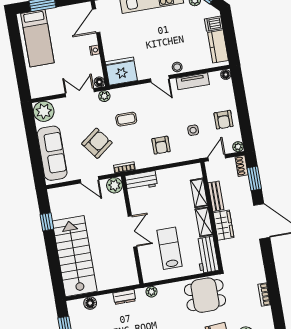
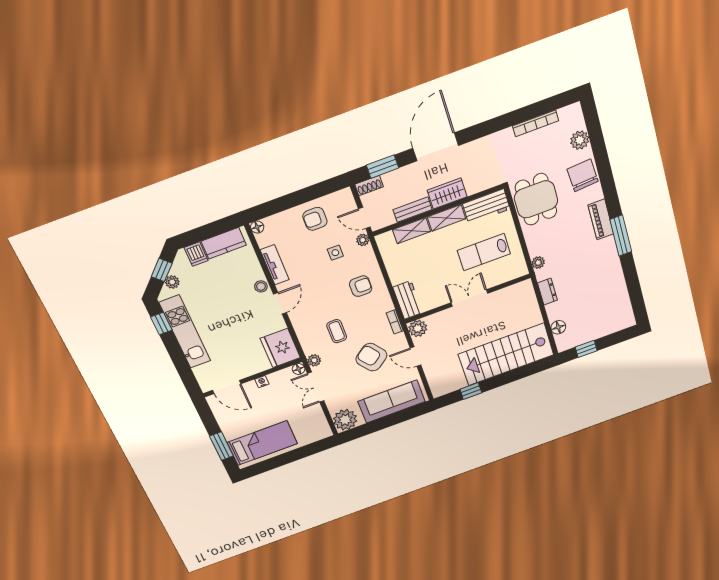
armchair: (224, 120) -> (315, 219), turned 180
plant: (238, 147) -> (363, 240), moved
door: (89, 180) -> (416, 357), swing flipped
bookcase: (264, 294) -> (536, 123), width x1.56

